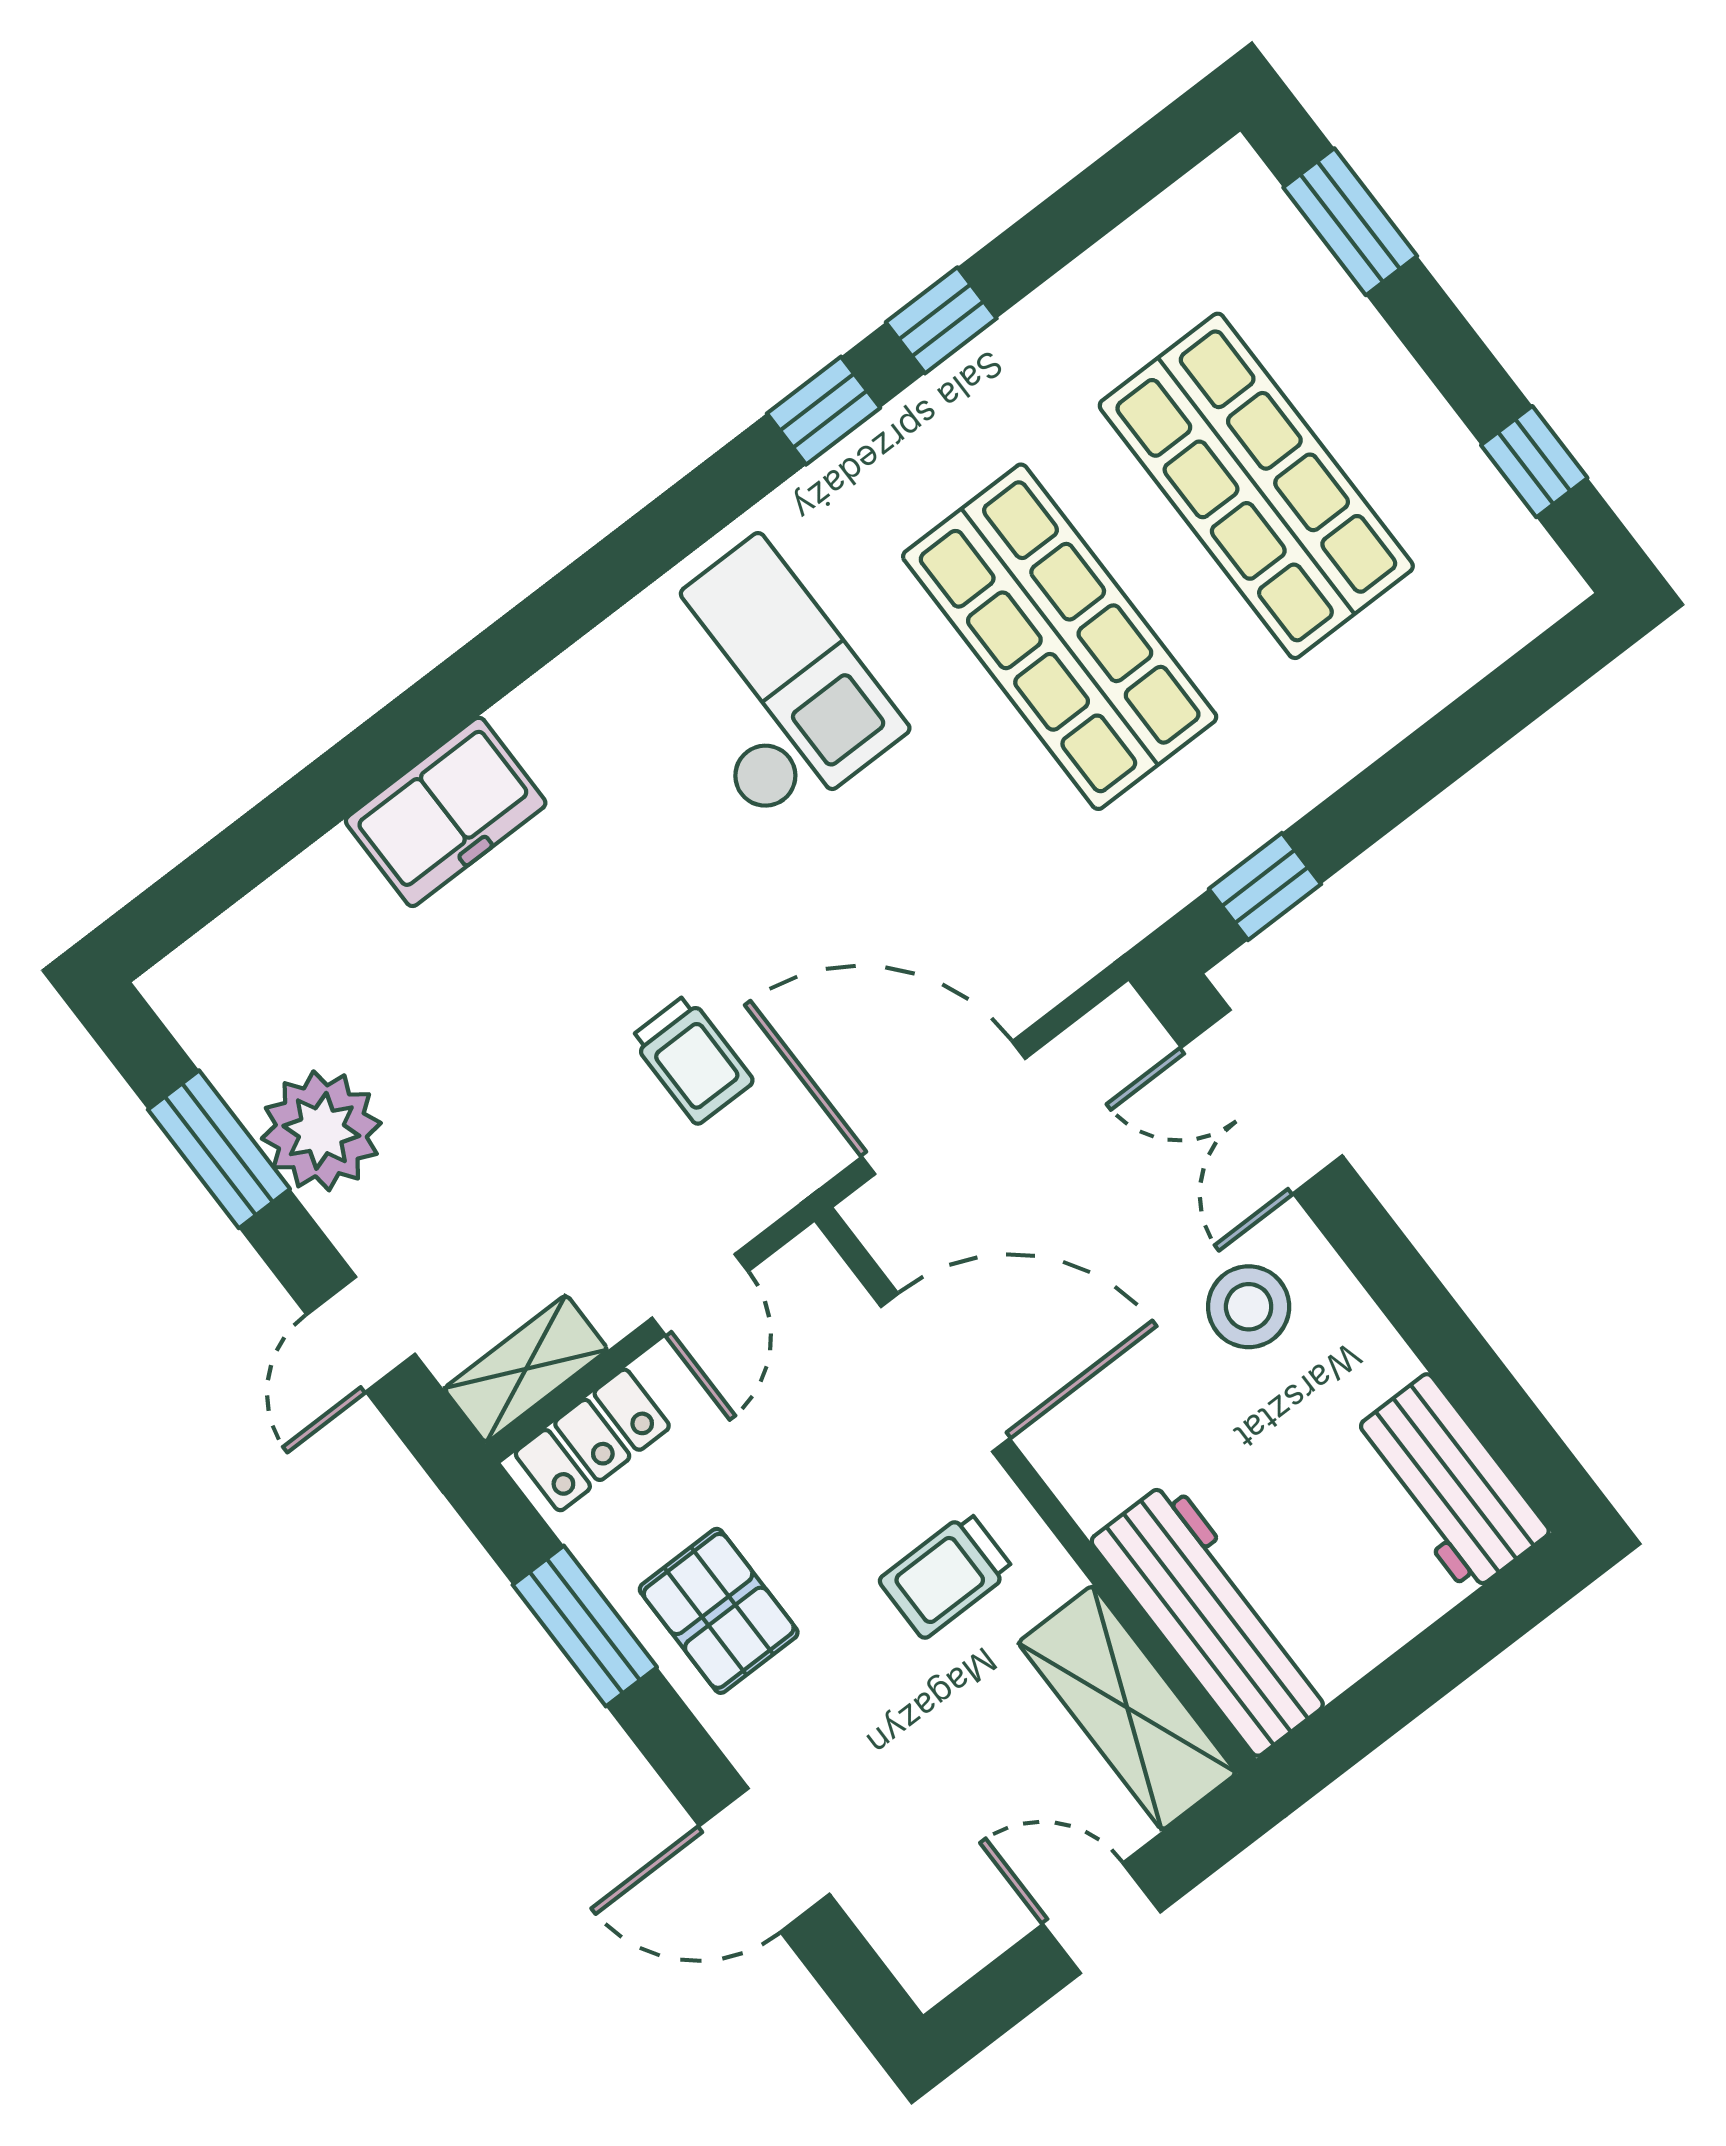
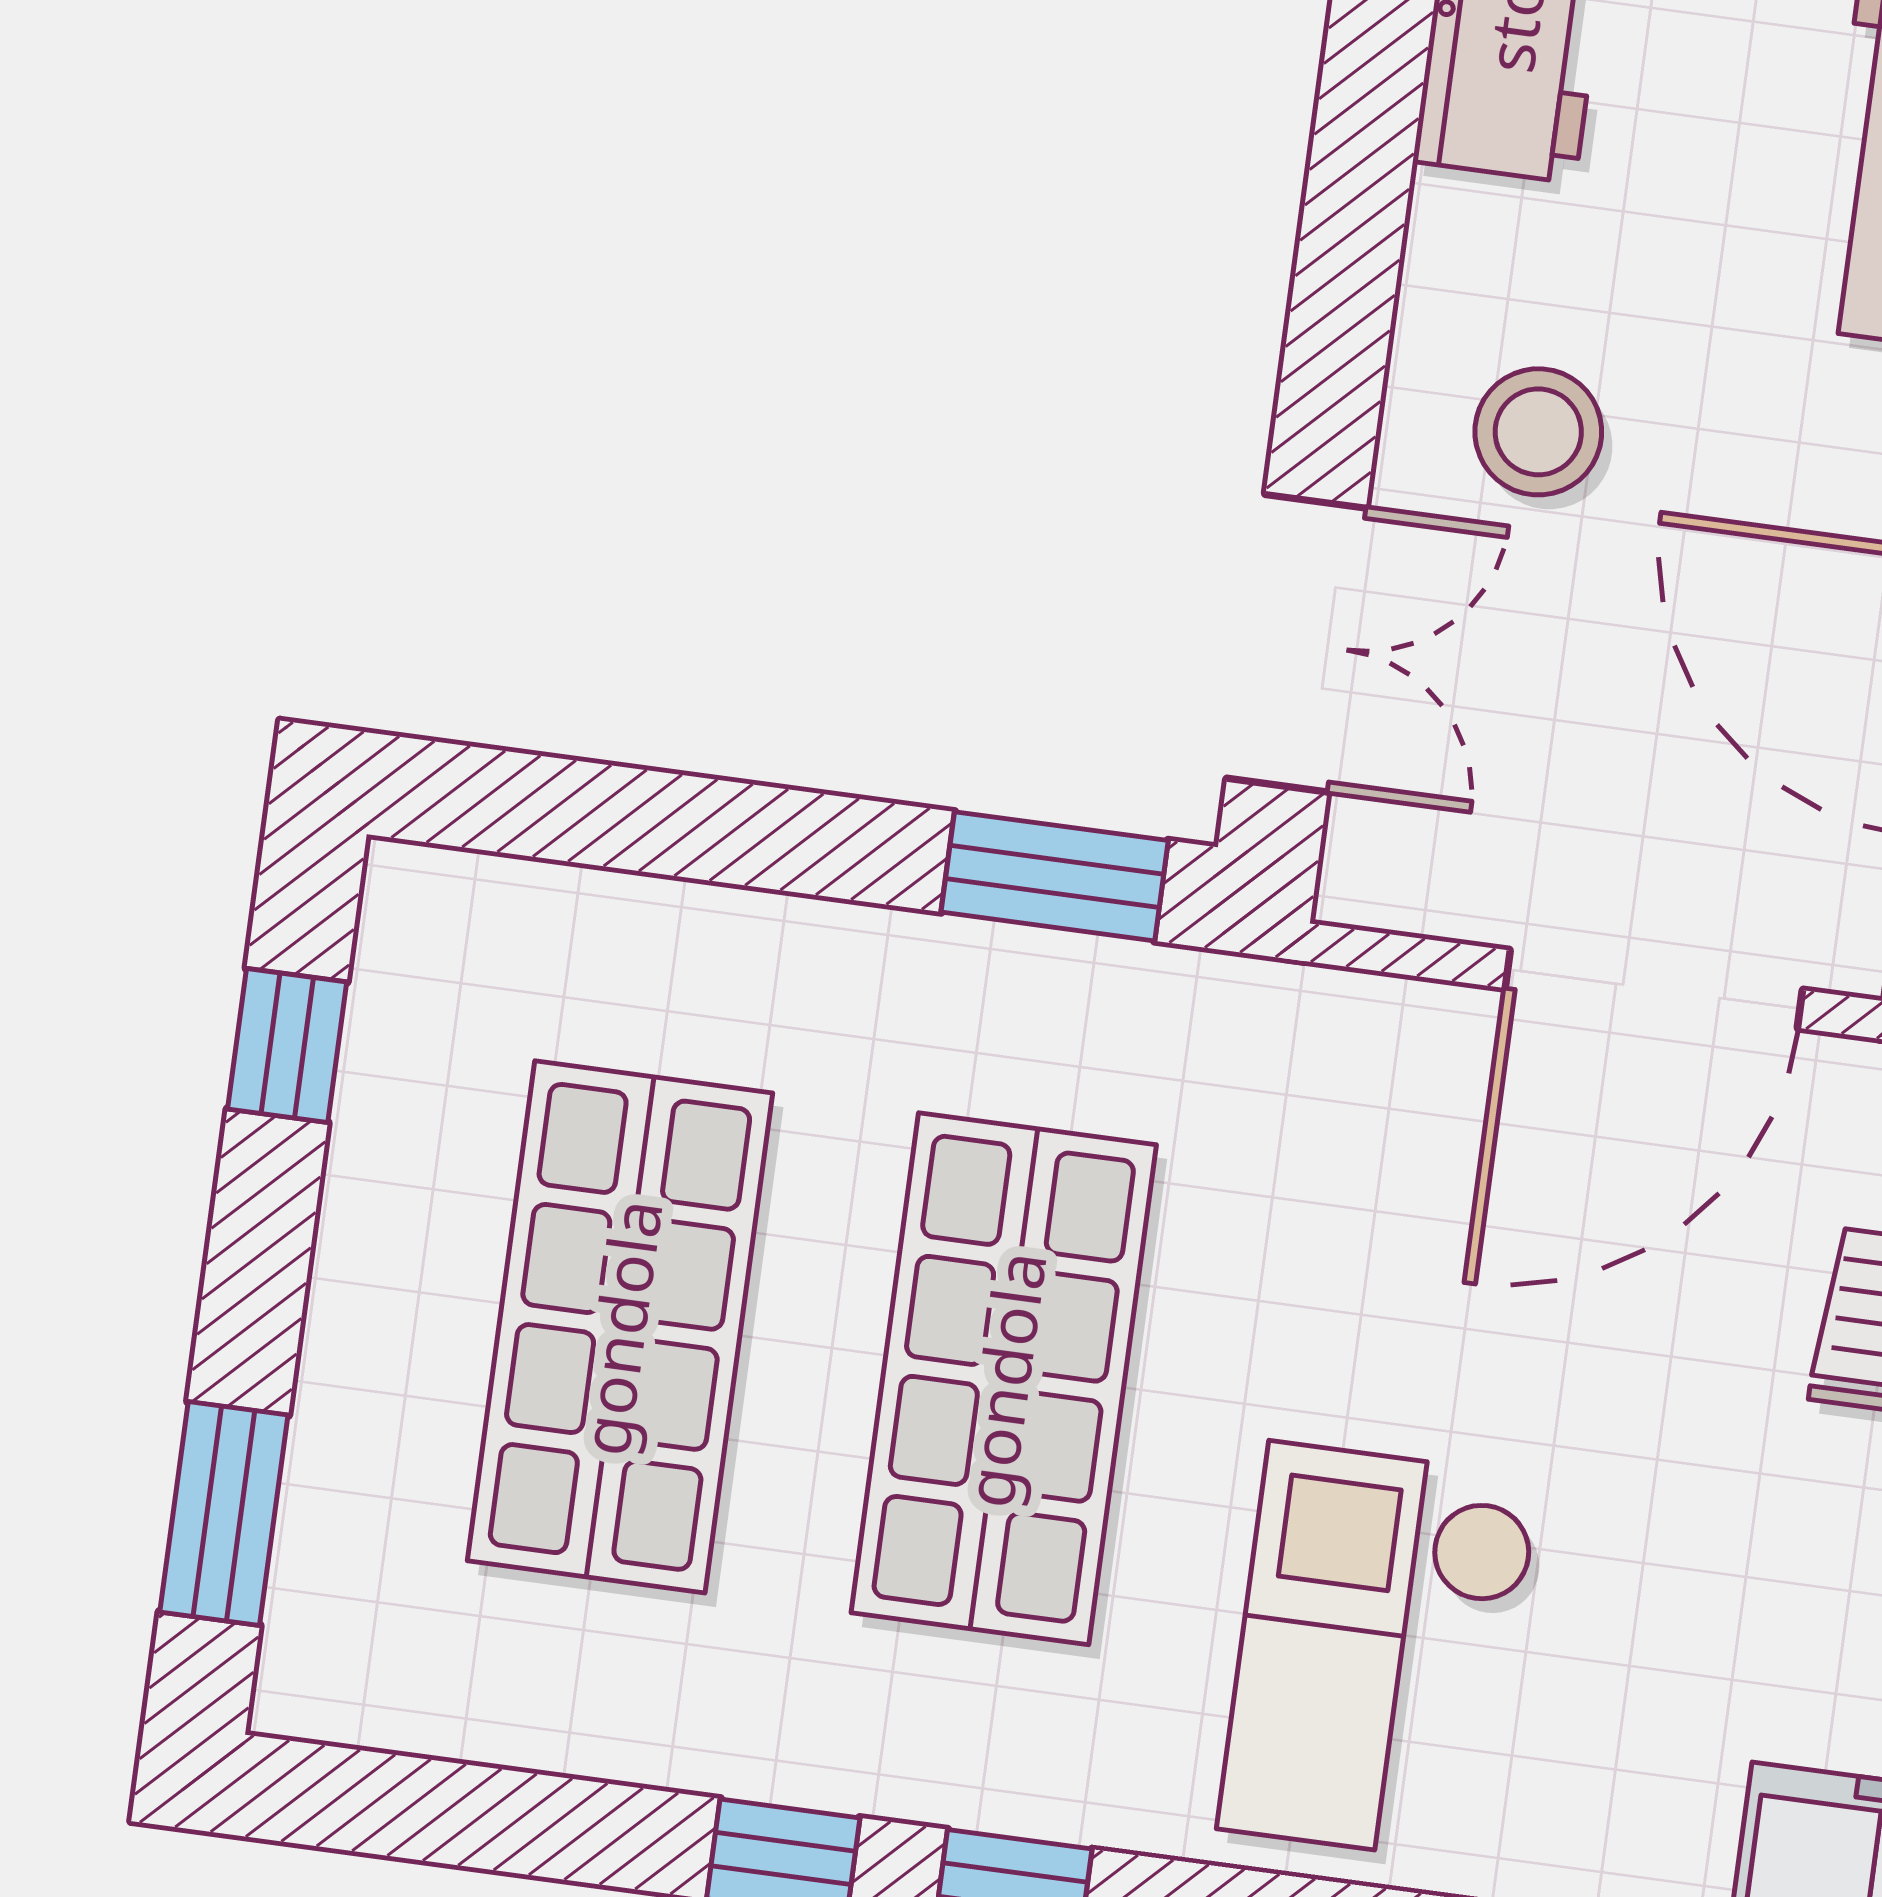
window: (1265, 887) -> (1055, 876), width x1.50
door: (943, 1108) -> (1654, 989), hinge flipped

